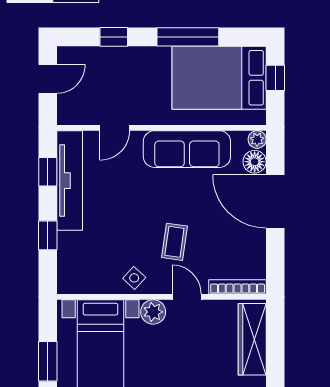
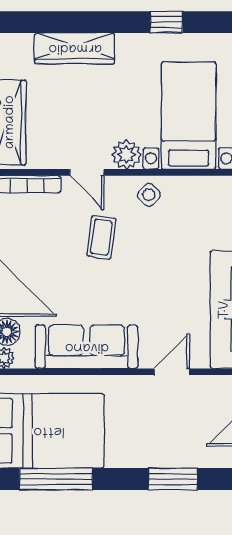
window: (114, 37) -> (173, 479), width x1.50
window: (188, 37) -> (56, 479), moved

